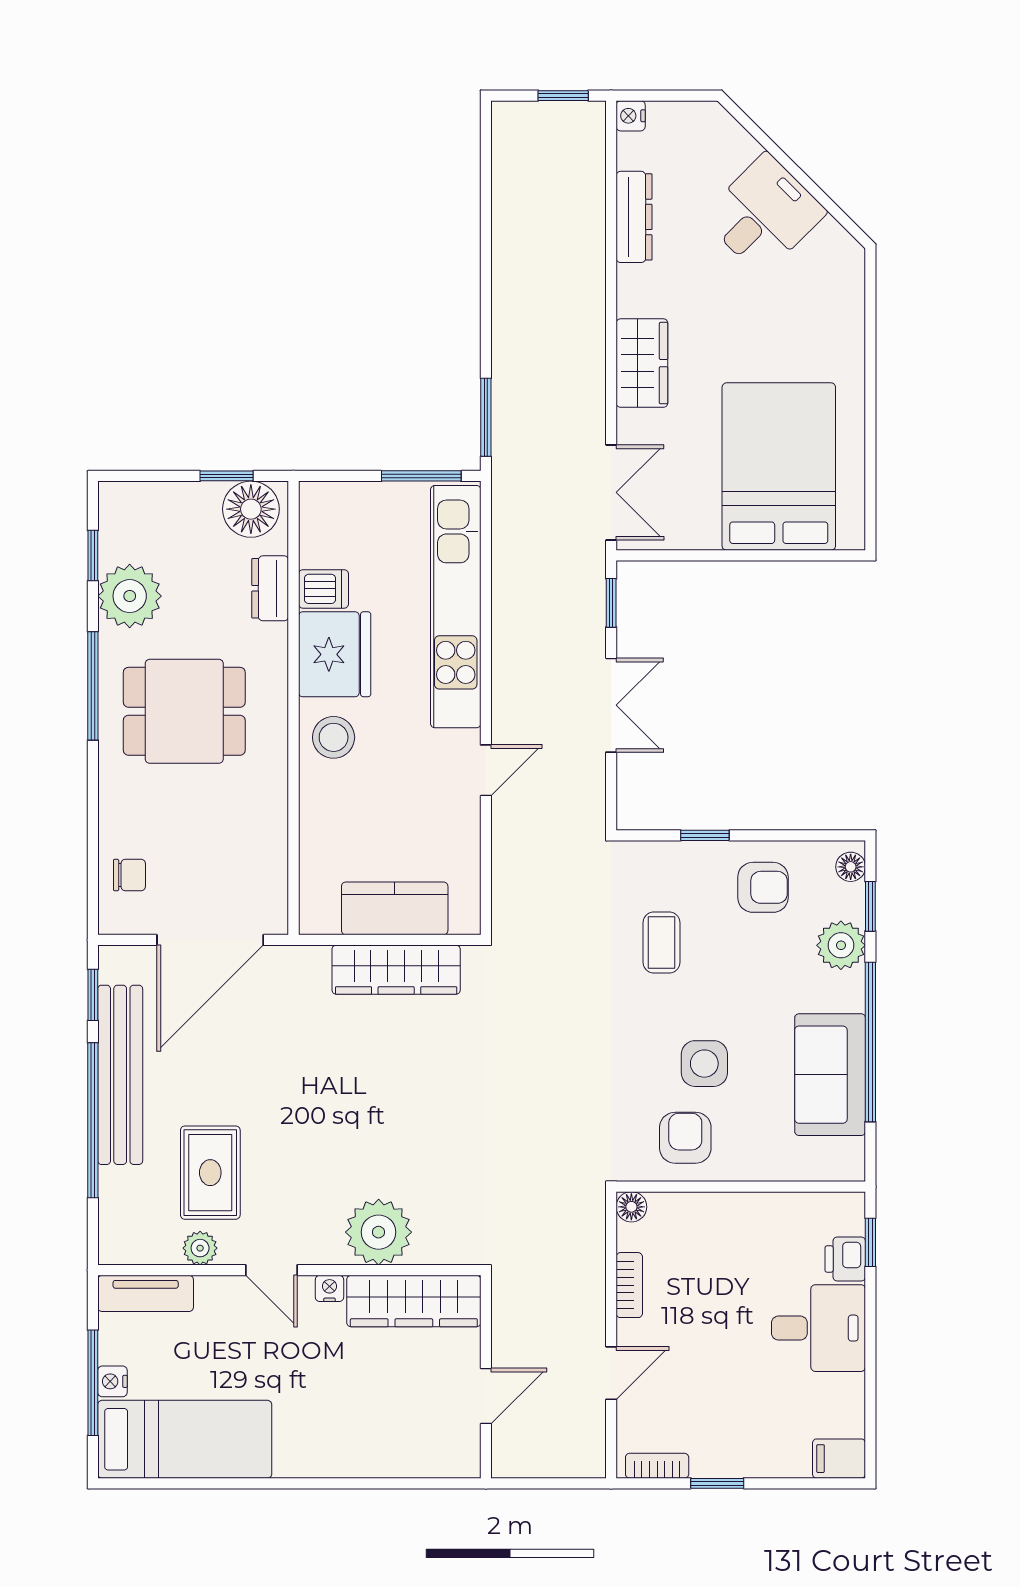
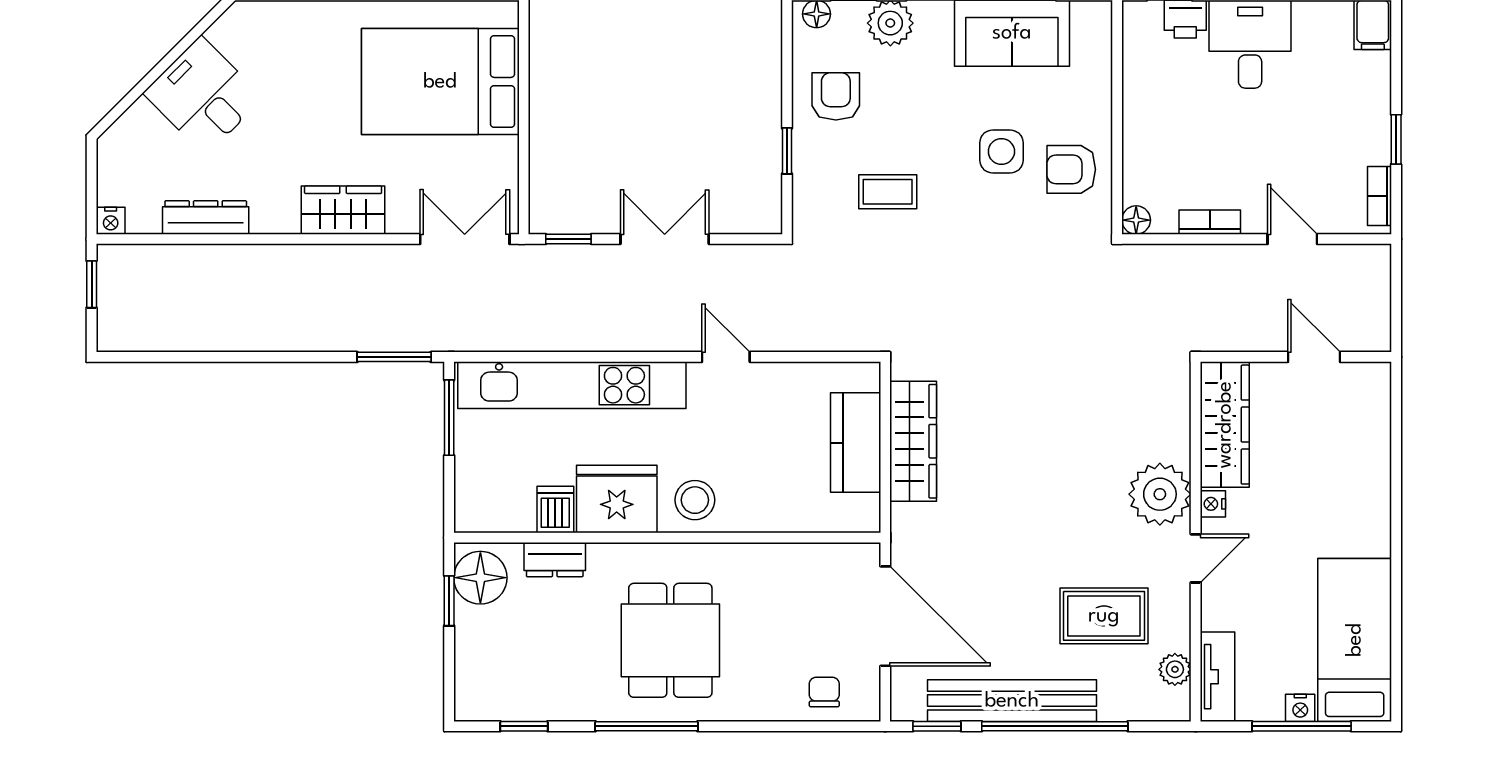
plant: (130, 596) -> (562, 692), removed
plant: (379, 1232) -> (1160, 494), moved
plant: (200, 1248) -> (1175, 669), moved

